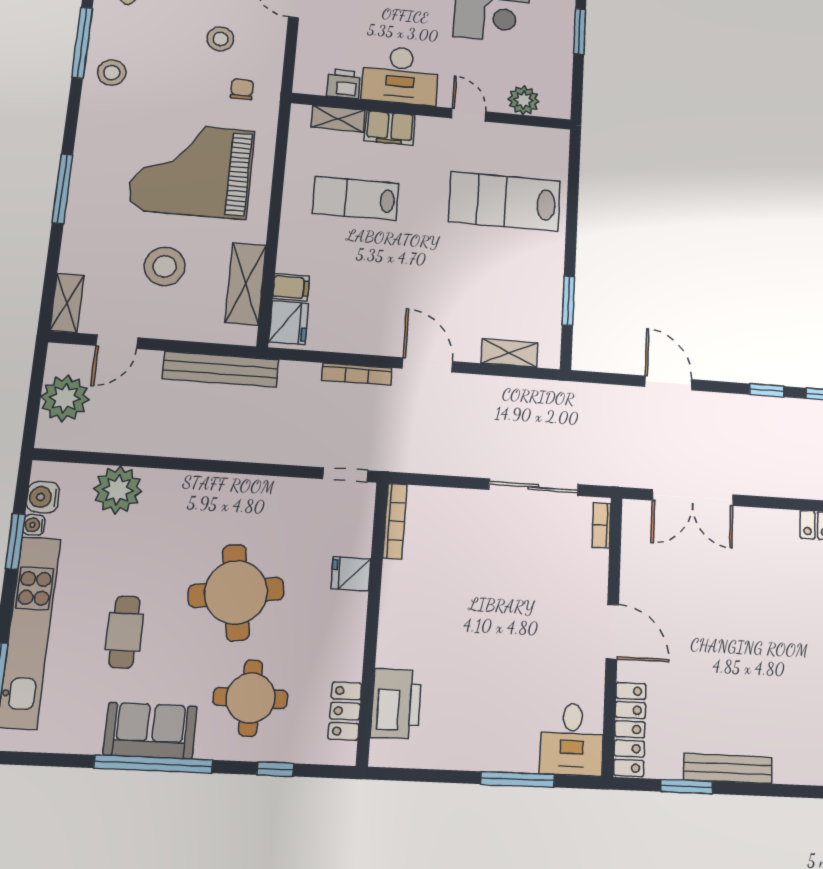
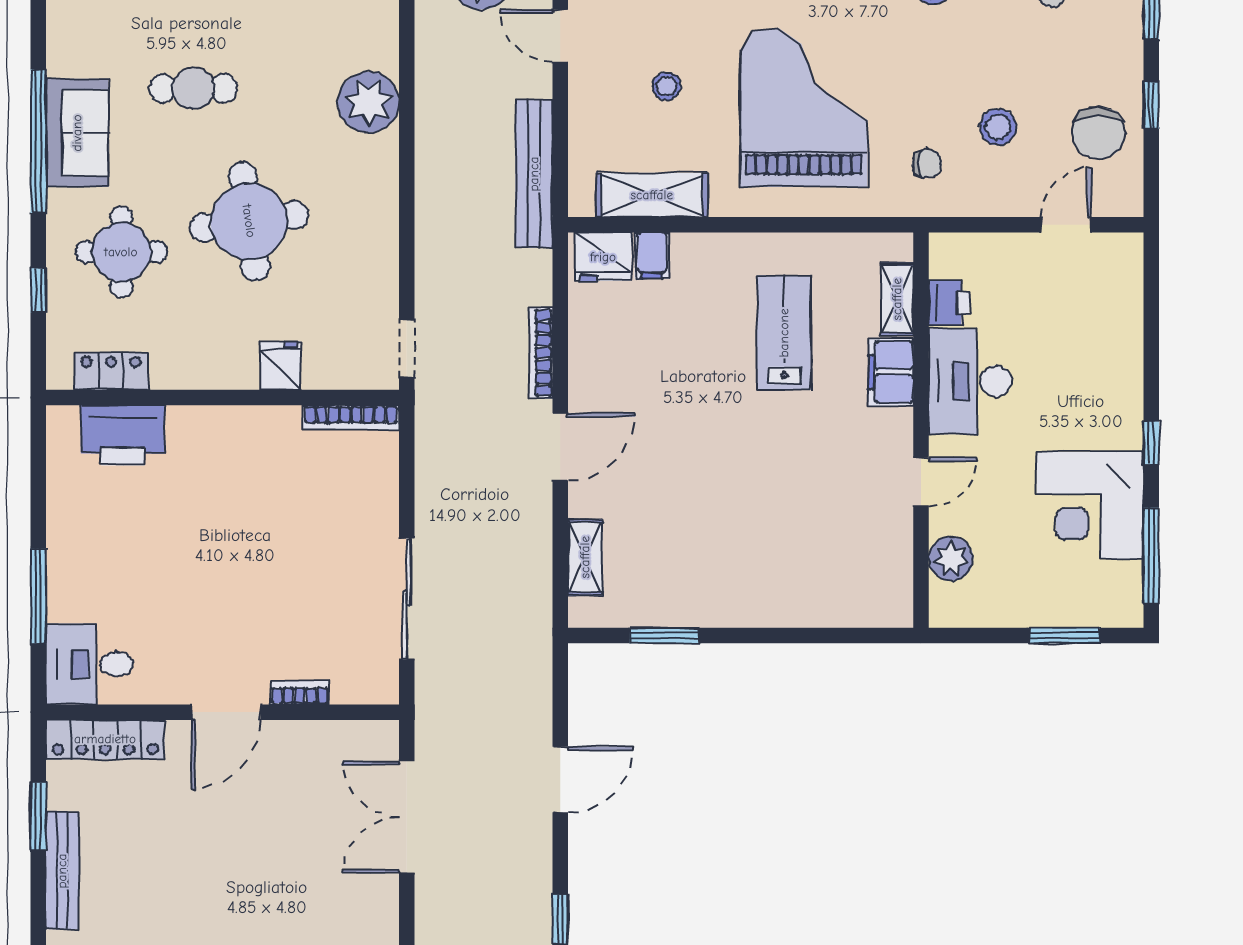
lab bench: (505, 201) -> (799, 539), removed
stool: (165, 266) -> (667, 86), width x0.53, depth x0.53
plant: (118, 490) -> (368, 102), moved
bookcase: (601, 525) -> (300, 693), moved

